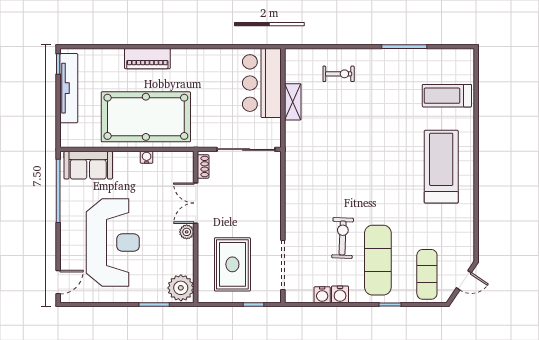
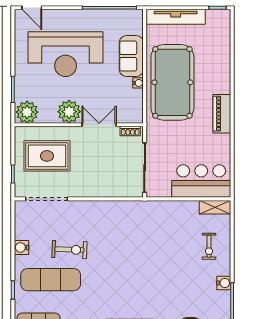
piano: (147, 59) -> (222, 114), moved
tv unit: (69, 88) -> (176, 17), moved
shelving: (293, 102) -> (215, 207), moved
sofa: (88, 165) -> (131, 56), moved
plant: (187, 232) -> (69, 112), width x1.88, depth x1.88
water cooler: (322, 295) -> (224, 283), moved, turned 180

